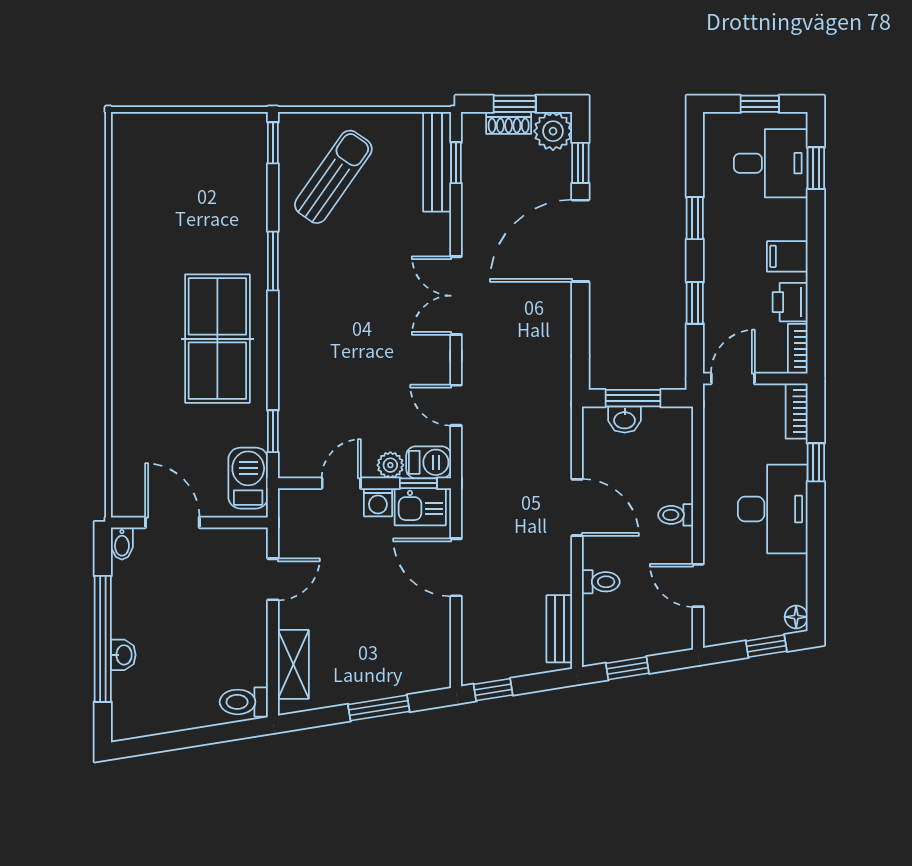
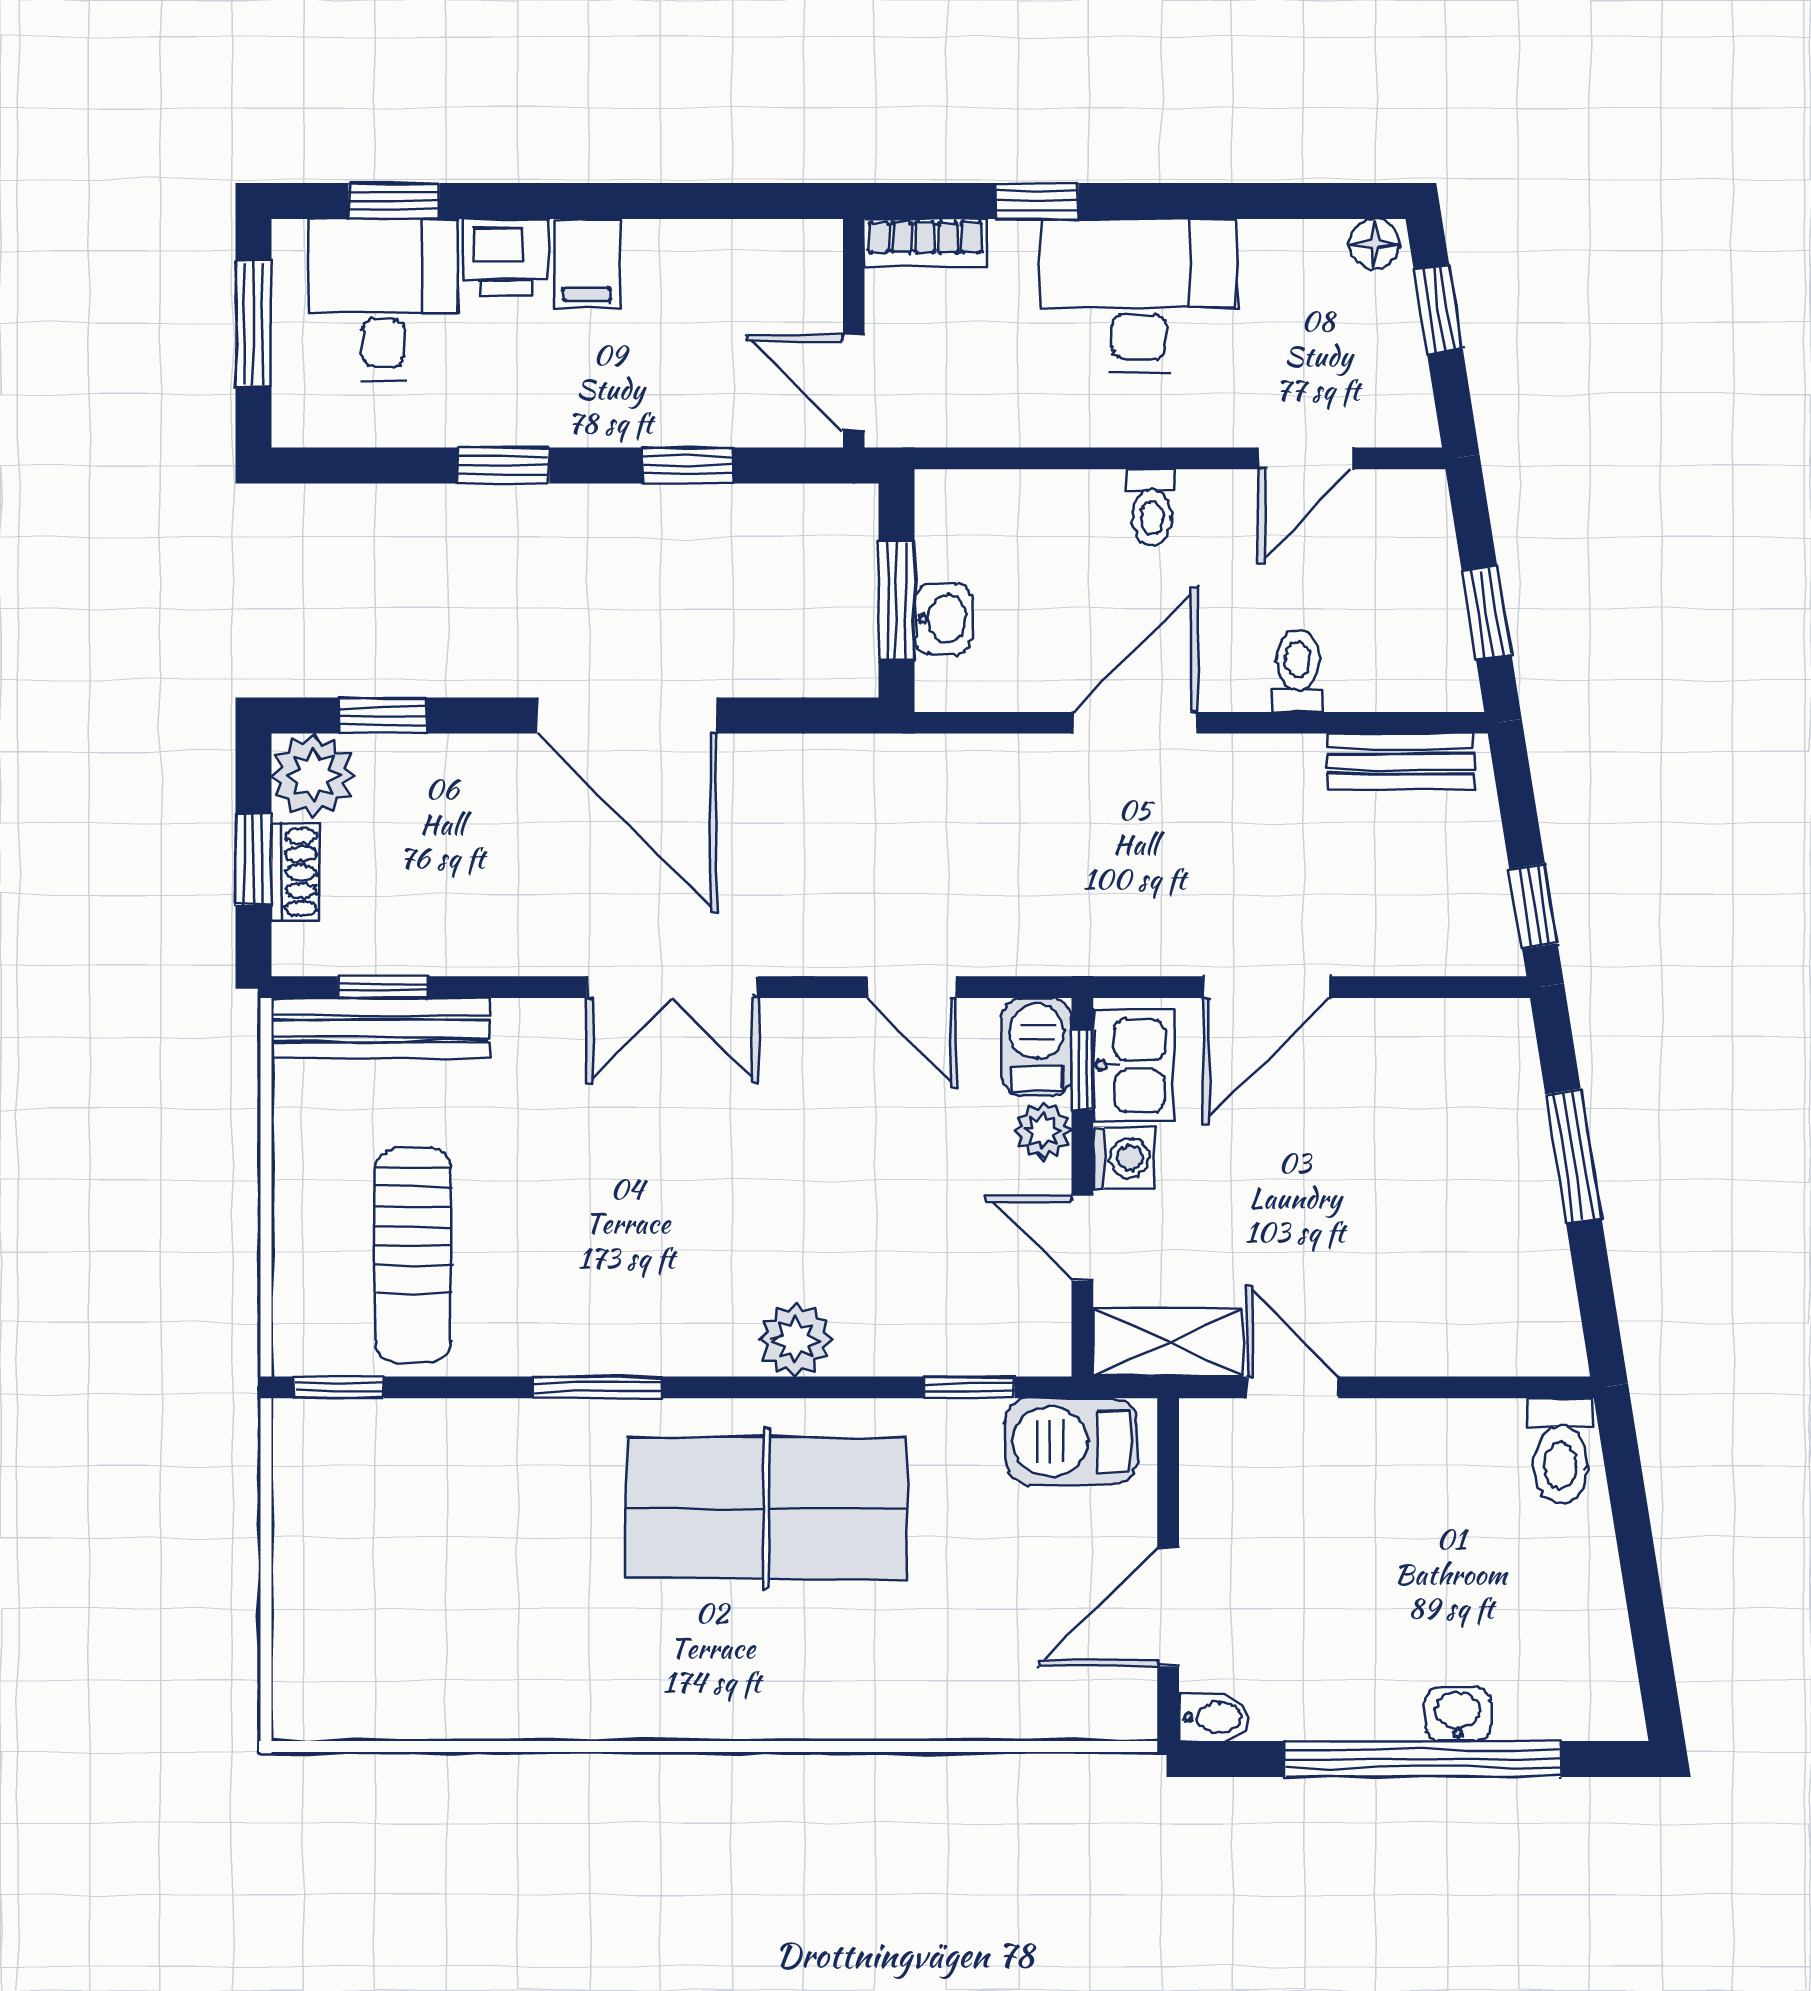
window: (760, 104) -> (253, 324), width x1.50
sun lounger: (333, 177) -> (413, 1255), turned -125
door: (580, 241) -> (627, 716), moved
printer: (790, 302) -> (506, 257), moved
bookcase: (798, 349) -> (789, 241), removed
plant: (295, 352) -> (795, 1340), added
door: (456, 405) -> (912, 987), hinge flipped
shelving: (293, 664) -> (1168, 1343), moved

